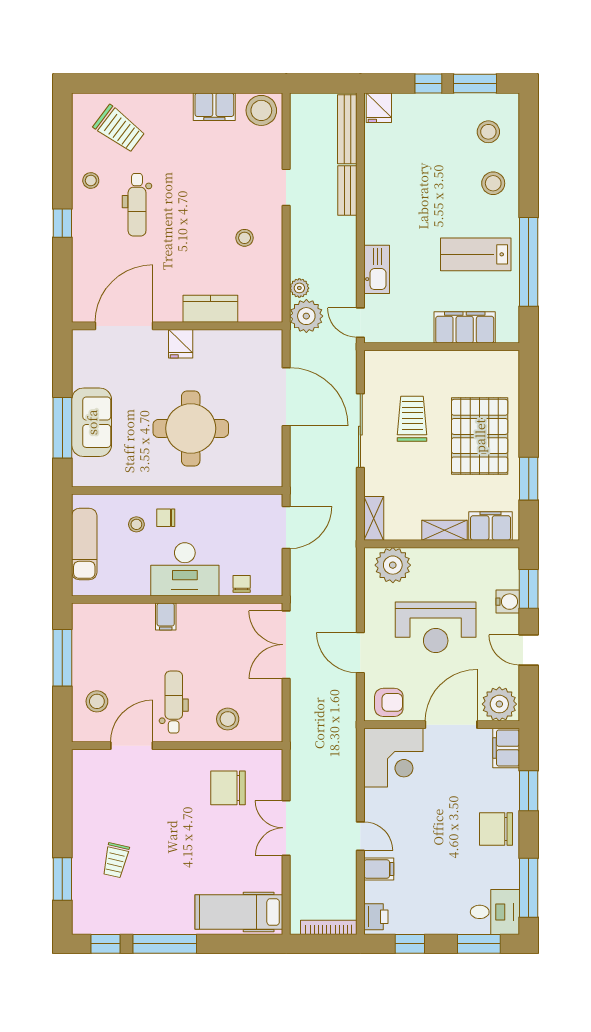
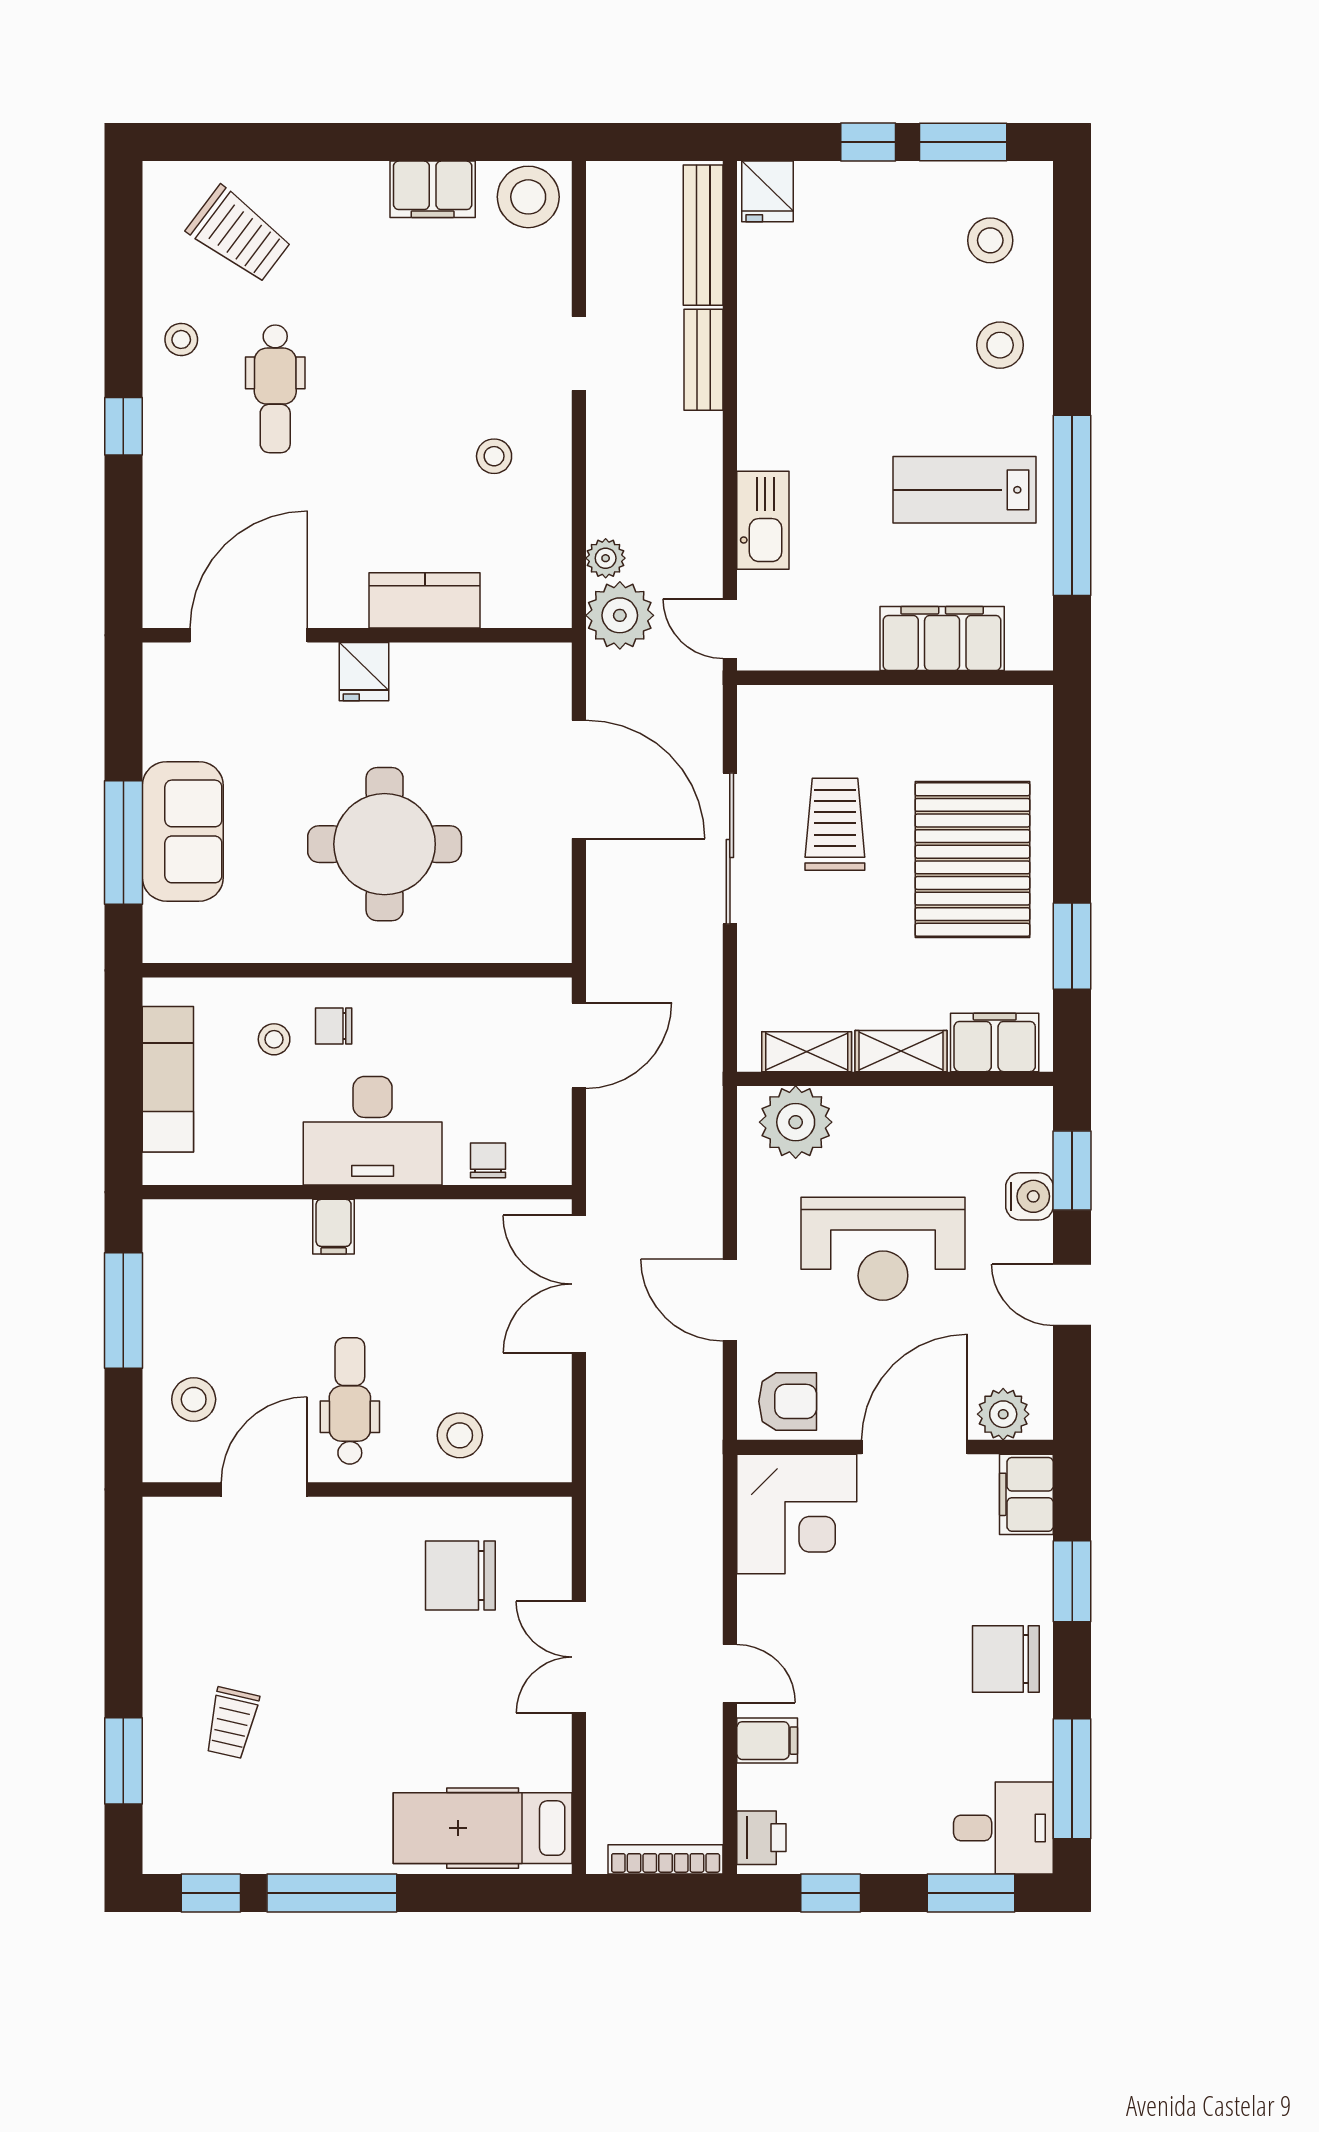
shelving: (374, 518) -> (807, 1052), moved, turned 90
plant: (499, 704) -> (1003, 1414), width x0.73, depth x0.73

